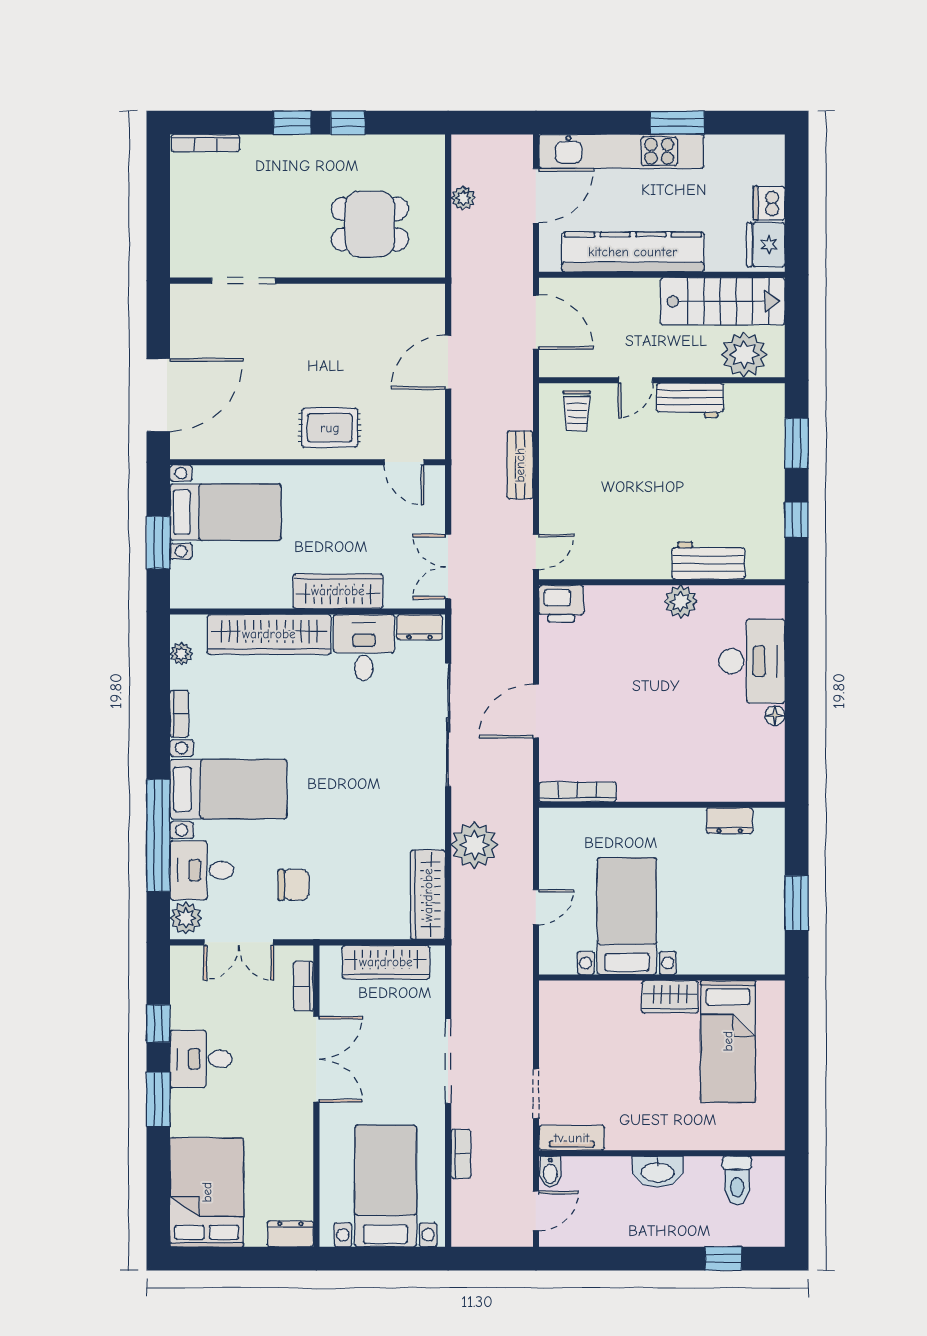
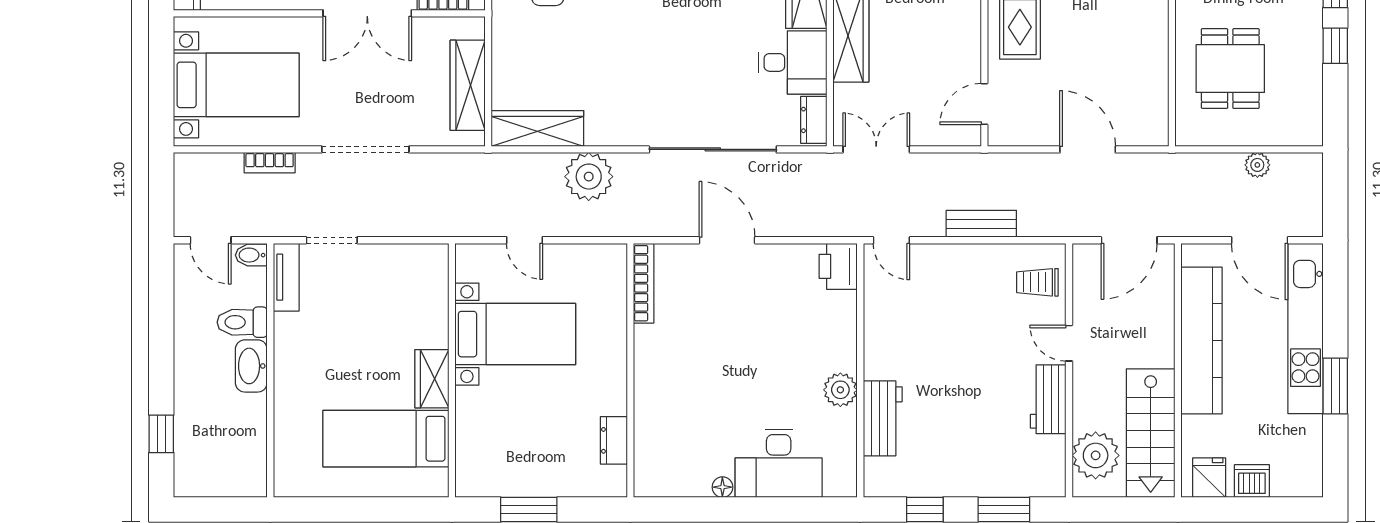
fridge: (766, 245) -> (1209, 478), width x0.72
toilet: (737, 1180) -> (242, 322), moved

